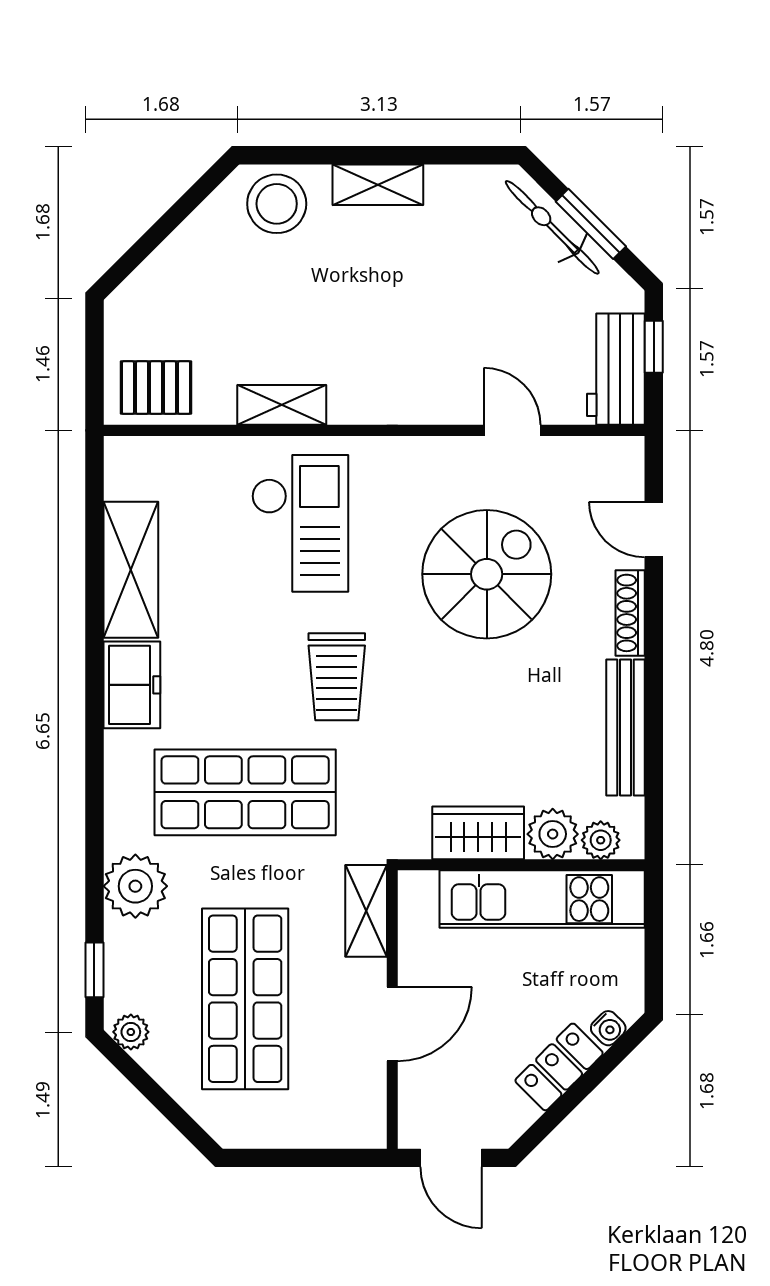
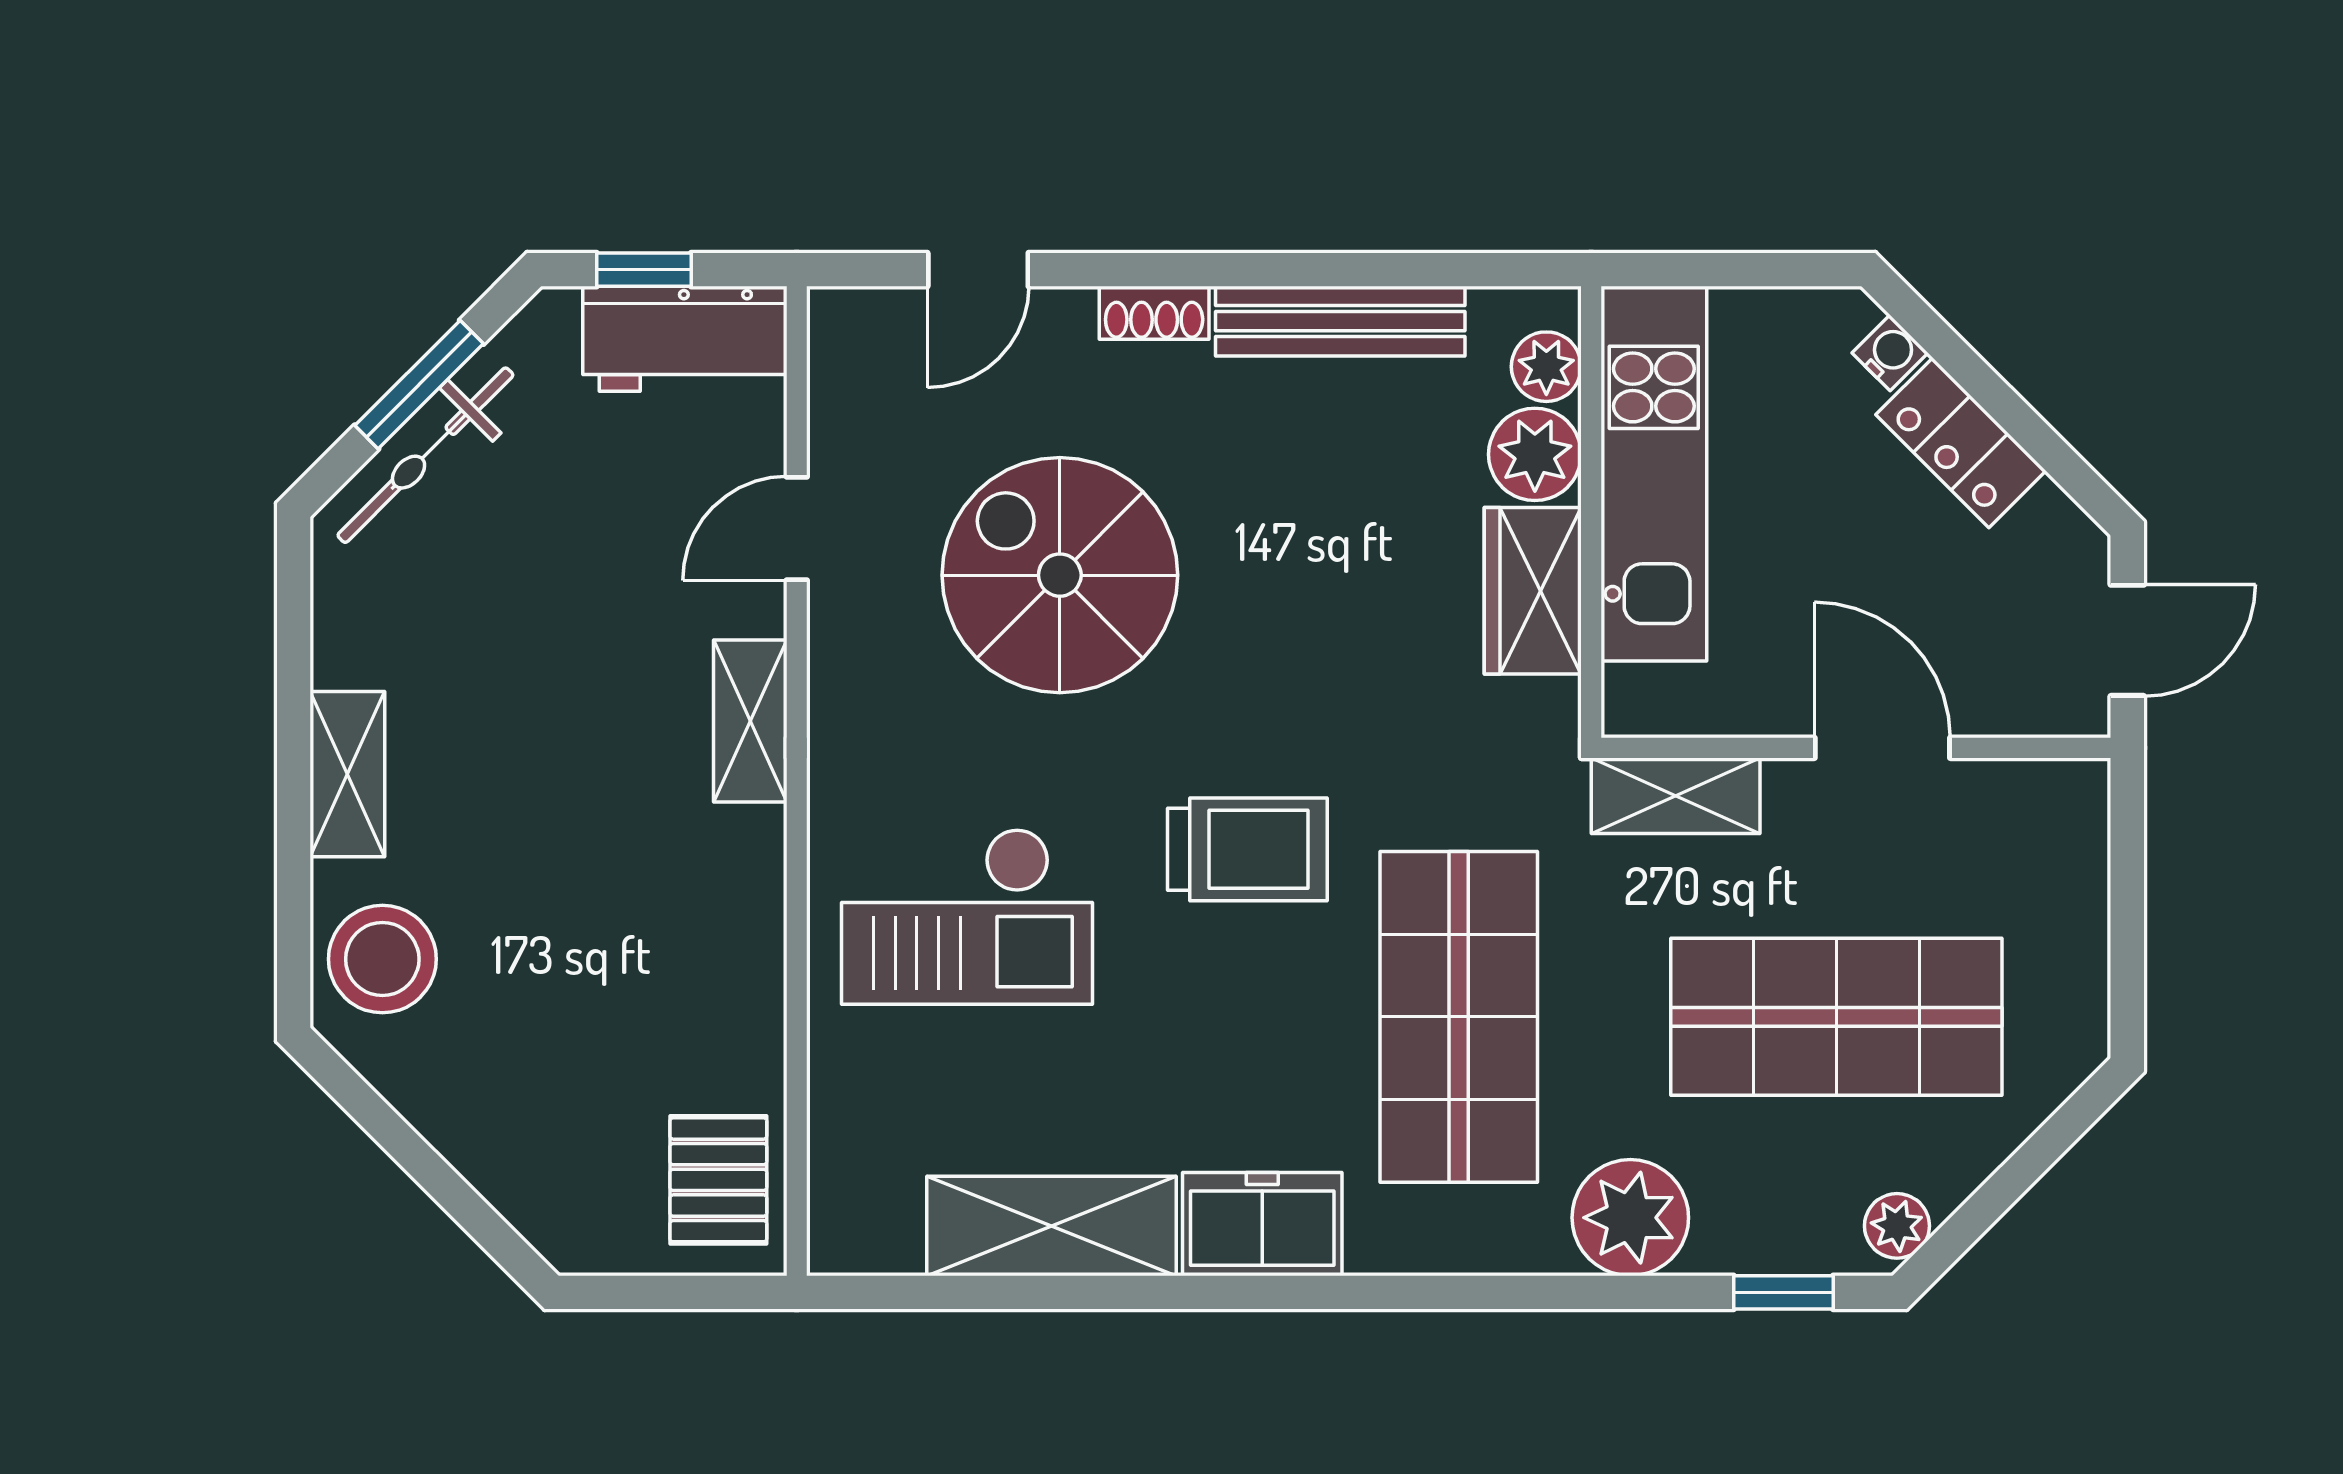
shelving: (282, 405) -> (750, 721), moved
checkout: (300, 523) -> (967, 916), turned 180
shoe rack: (630, 613) -> (1154, 313), width x0.70

